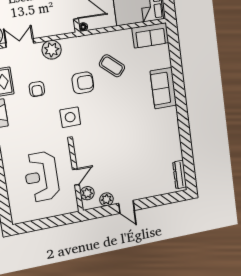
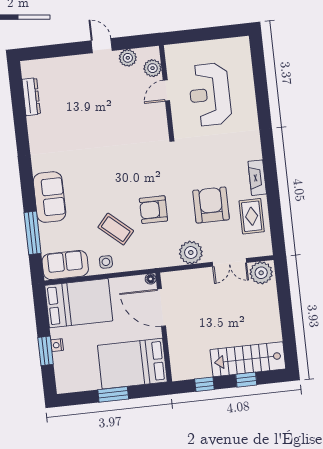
window: (176, 60) -> (33, 233), added
armchair: (37, 89) -> (211, 205), width x1.88, depth x1.88
side table: (70, 117) -> (106, 262), moved, width x0.54, depth x0.54
dresser: (180, 175) -> (31, 97), moved
reception desk: (41, 177) -> (210, 94), turned 180

